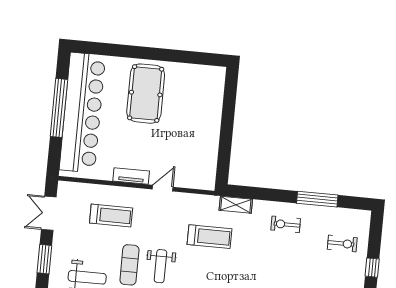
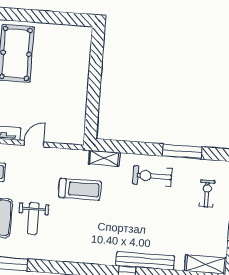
exercise bike: (286, 224) -> (152, 176), width x1.38, depth x1.39
exercise bike: (342, 243) -> (207, 193), turned -90

